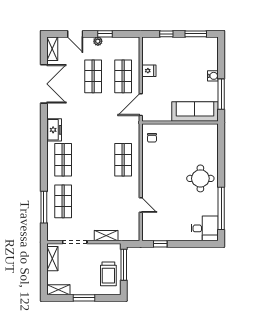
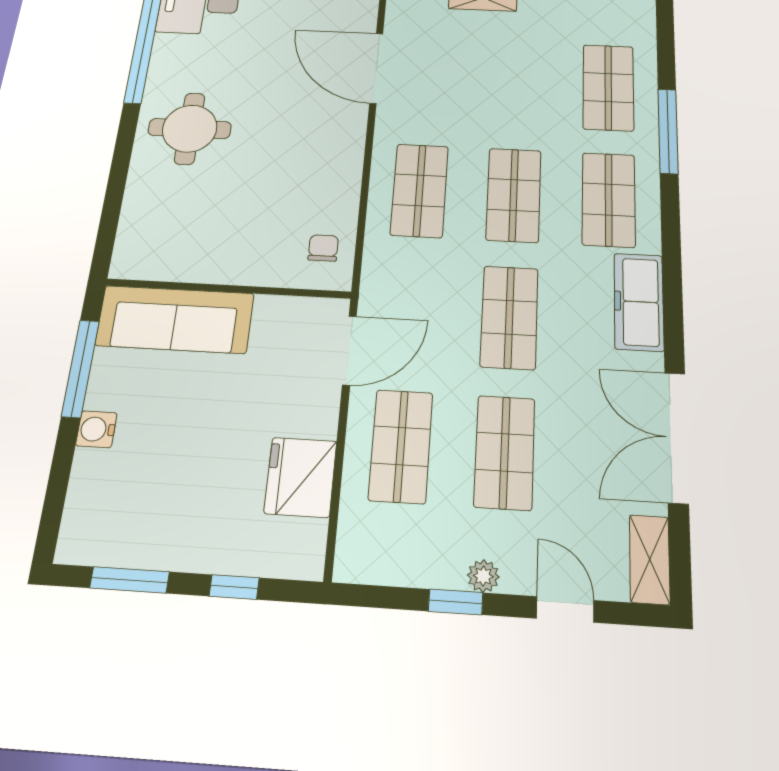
fridge: (149, 71) -> (301, 477), width x1.88, depth x1.34
shop shelf: (93, 118) -> (509, 317), added
freezer: (54, 130) -> (639, 302), width x1.40
shop shelf: (93, 160) -> (514, 195), added
door: (141, 205) -> (376, 68), width x1.87
window: (44, 207) -> (668, 131), moved

